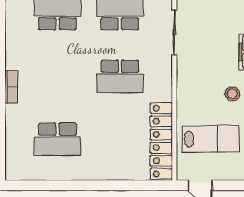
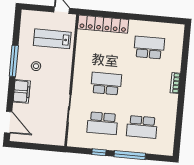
locker: (161, 141) -> (103, 24), moved, turned 90

